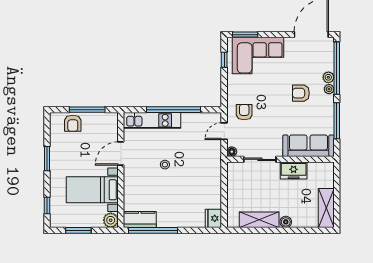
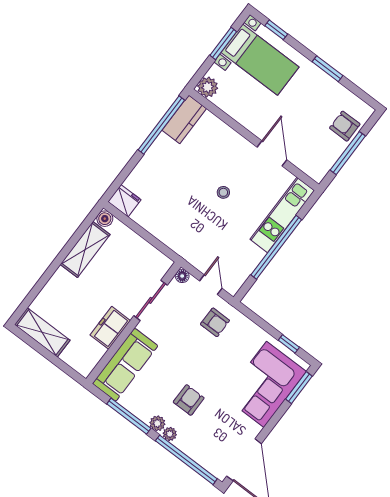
plant: (328, 77) -> (157, 423), moved
bed with nightstands: (92, 190) -> (260, 60), moved, turned 90
boiler: (286, 222) -> (105, 219), moved

